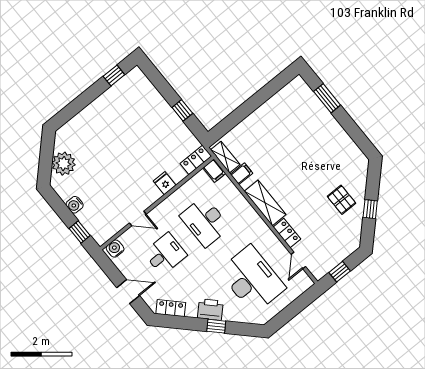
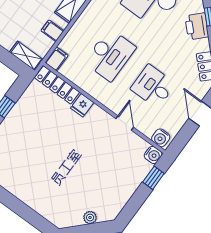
shelving: (225, 157) -> (26, 56), moved, turned 90
locker: (196, 160) -> (57, 85), width x1.53
plant: (64, 164) -> (90, 218), width x0.53, depth x0.53
water cooler: (75, 205) -> (153, 155), moved

